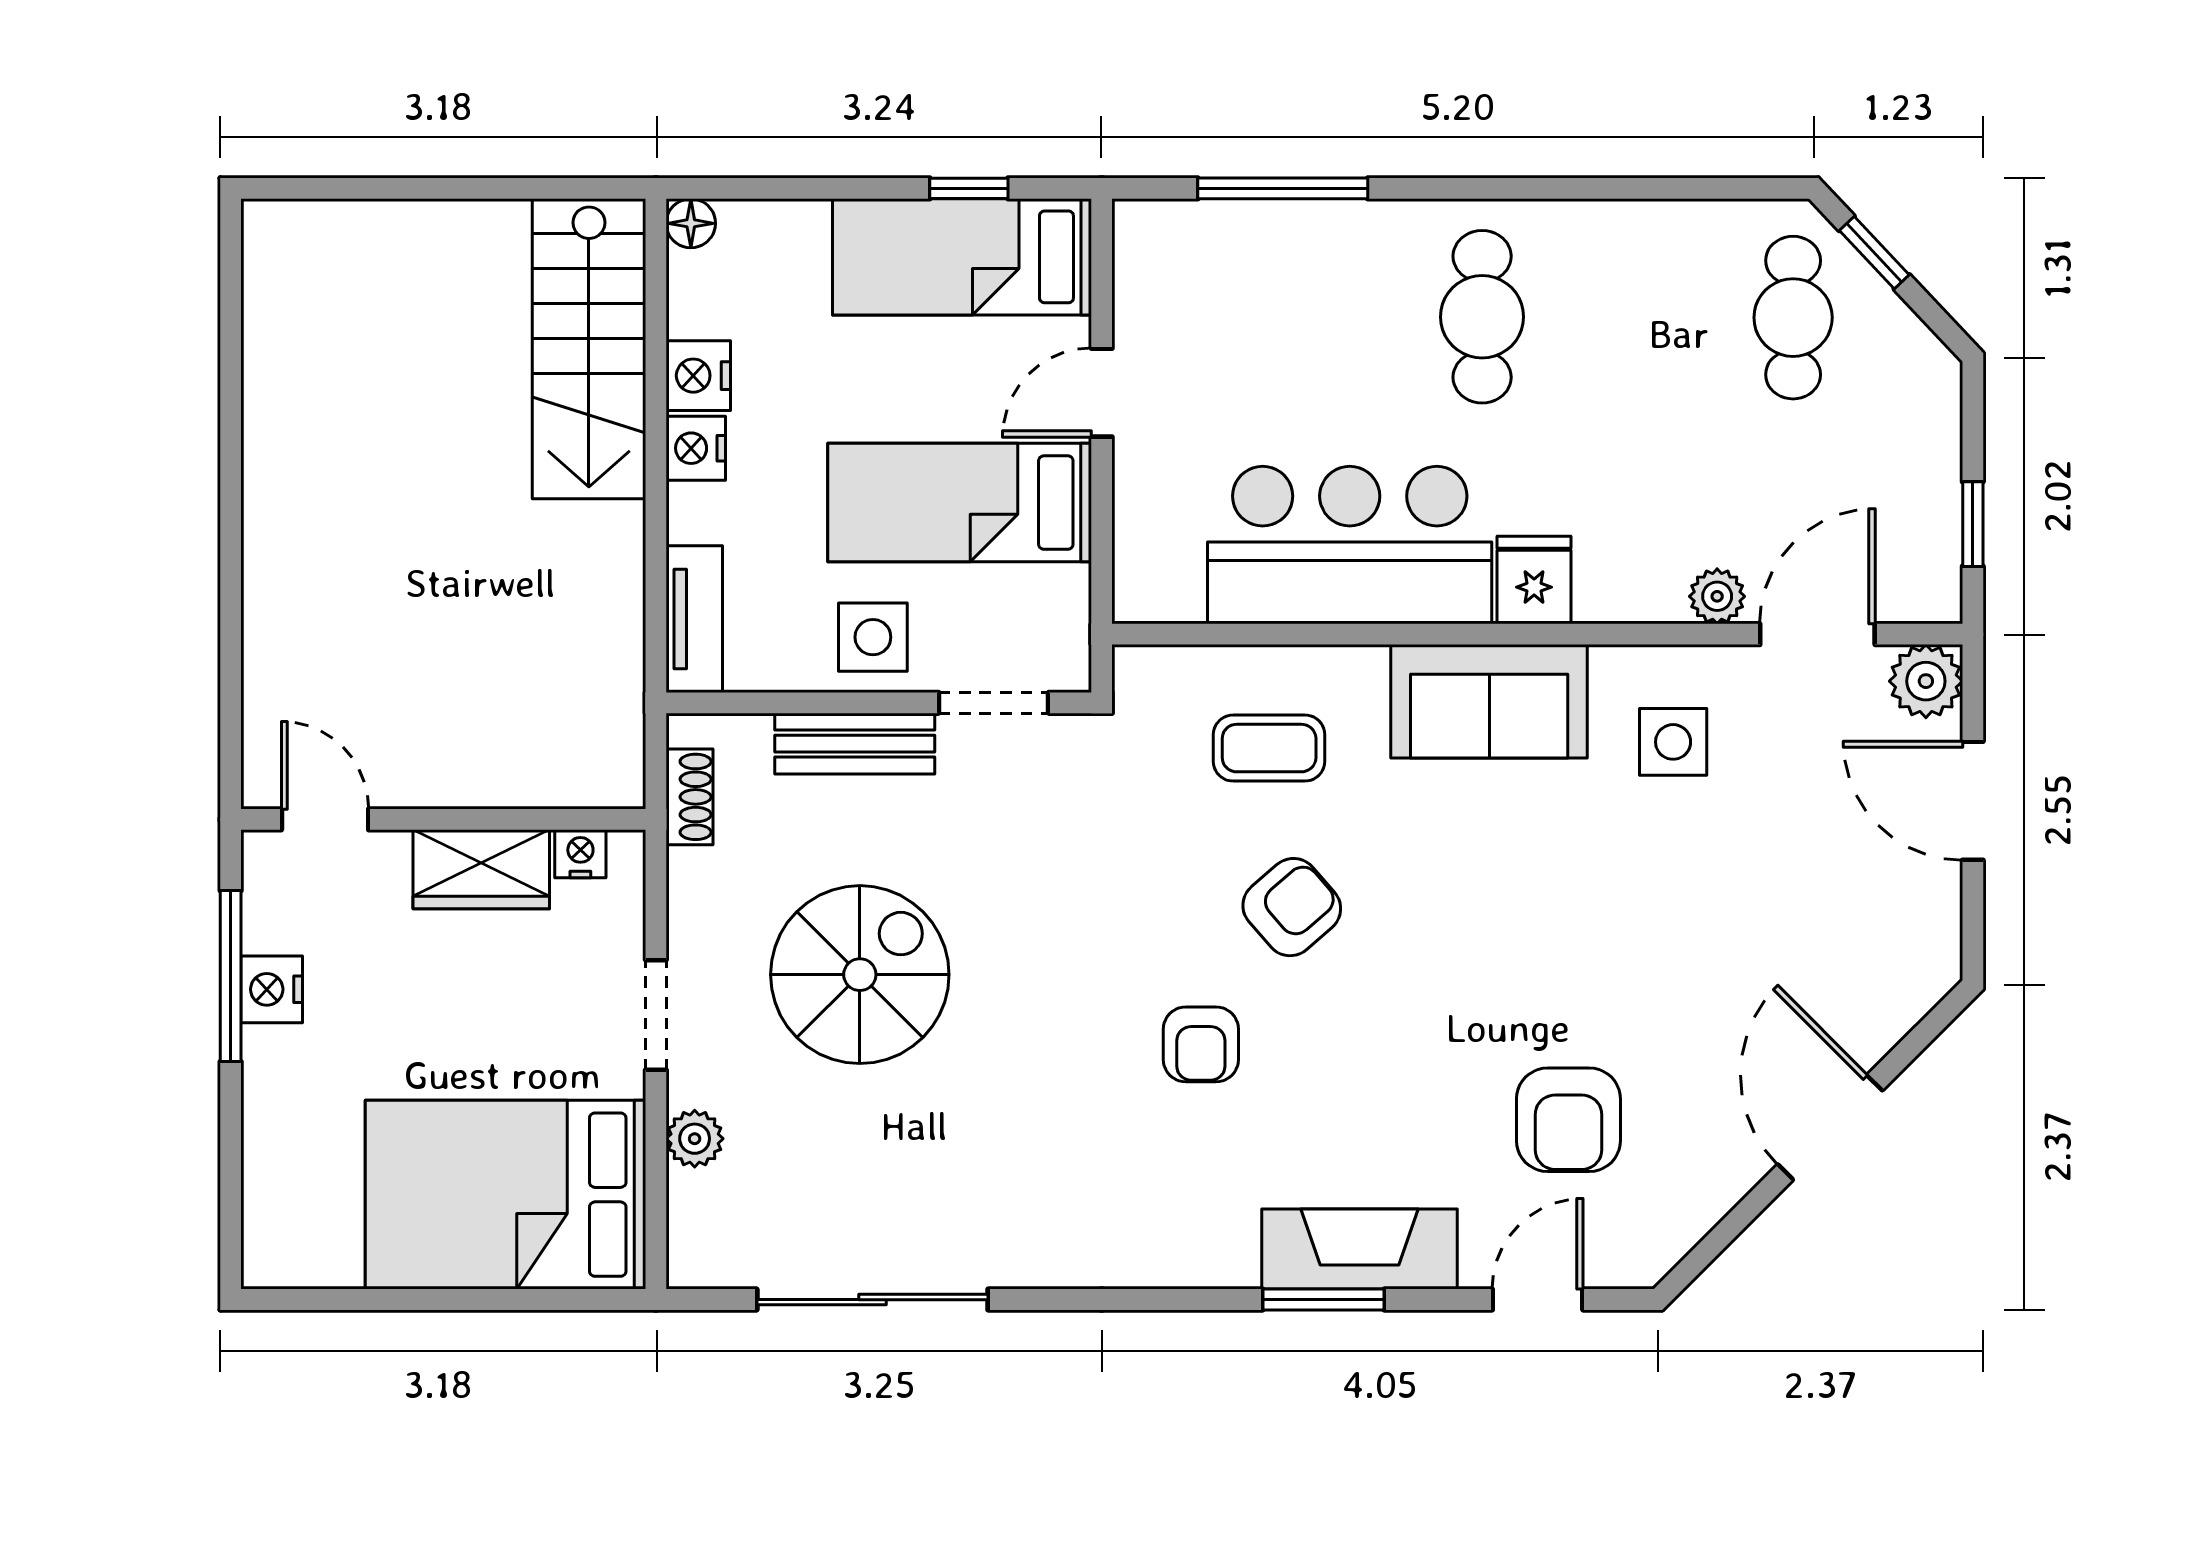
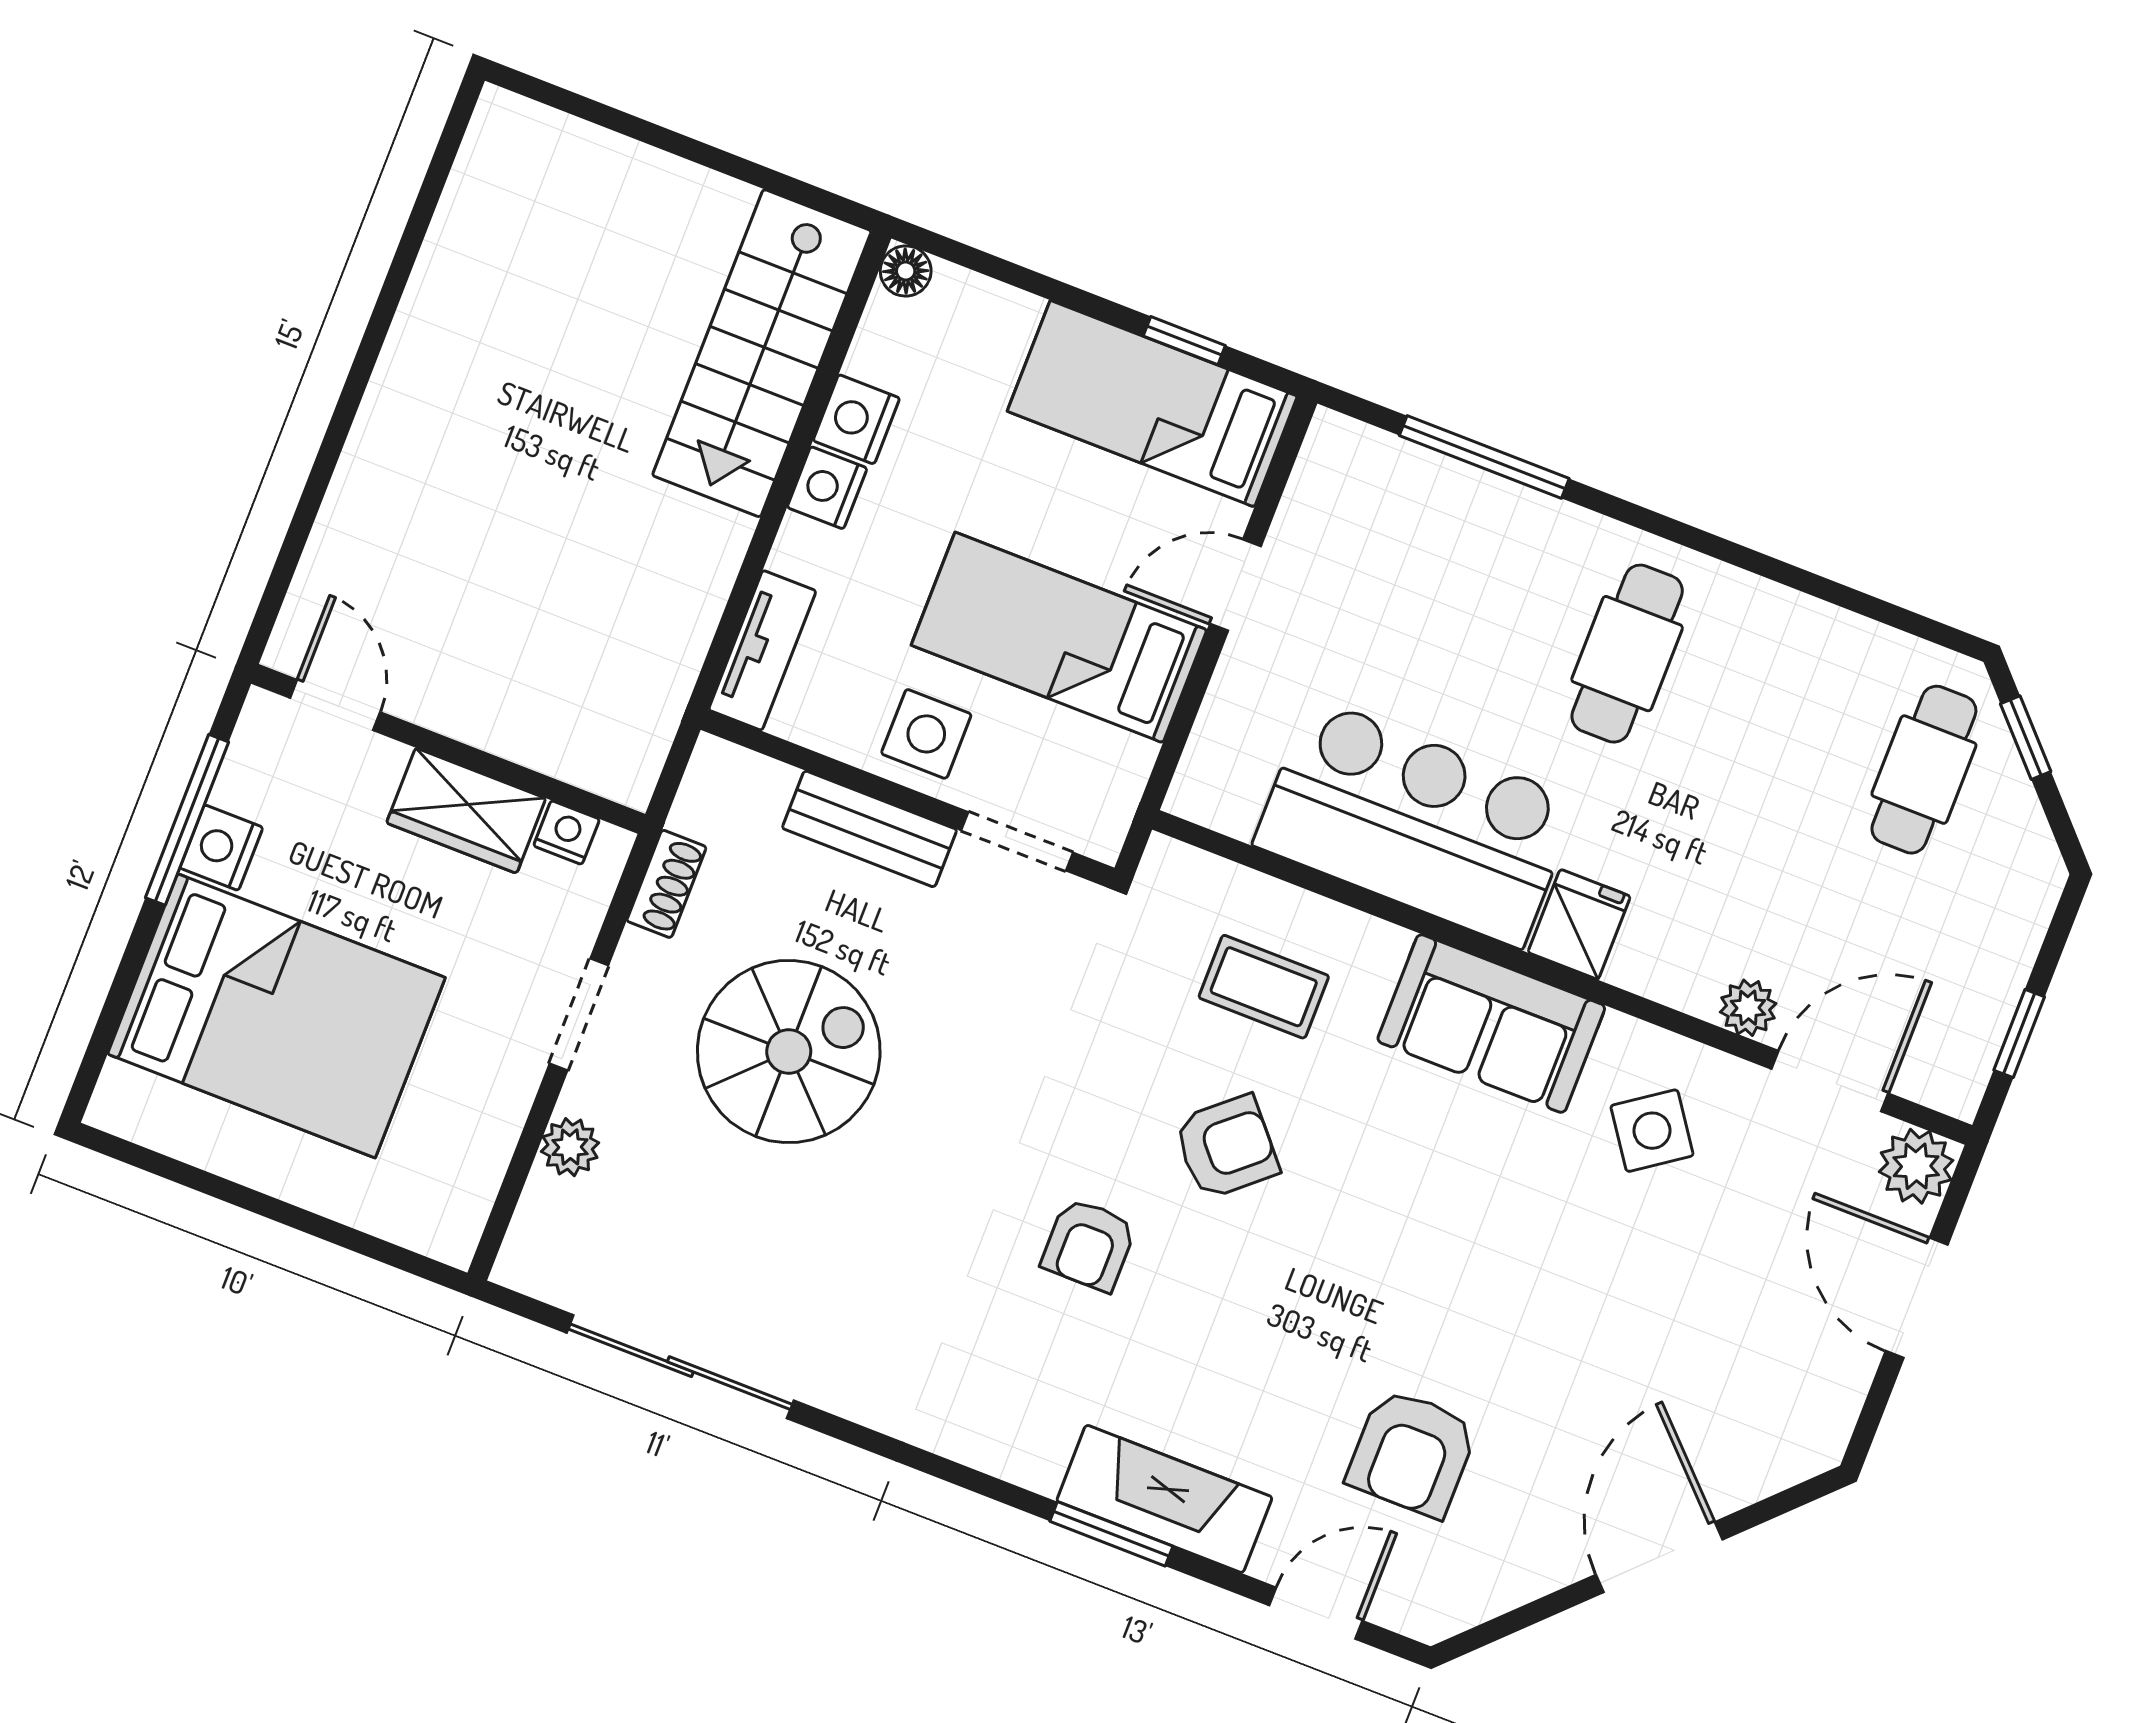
side table: (1673, 742) -> (1652, 1131), turned -35
shoe rack: (690, 797) -> (666, 884), moved
bed: (505, 1195) -> (276, 1016), moved, turned 180

